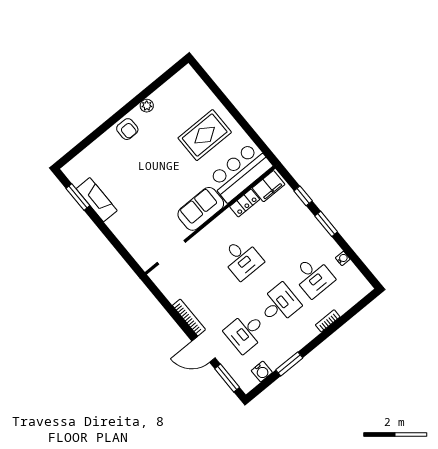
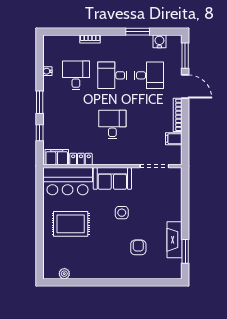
plant: (147, 106) -> (64, 274), moved
armchair: (127, 129) -> (138, 247), moved
side table: (166, 184) -> (122, 213), added
filing cabinet: (174, 292) -> (174, 139), added

